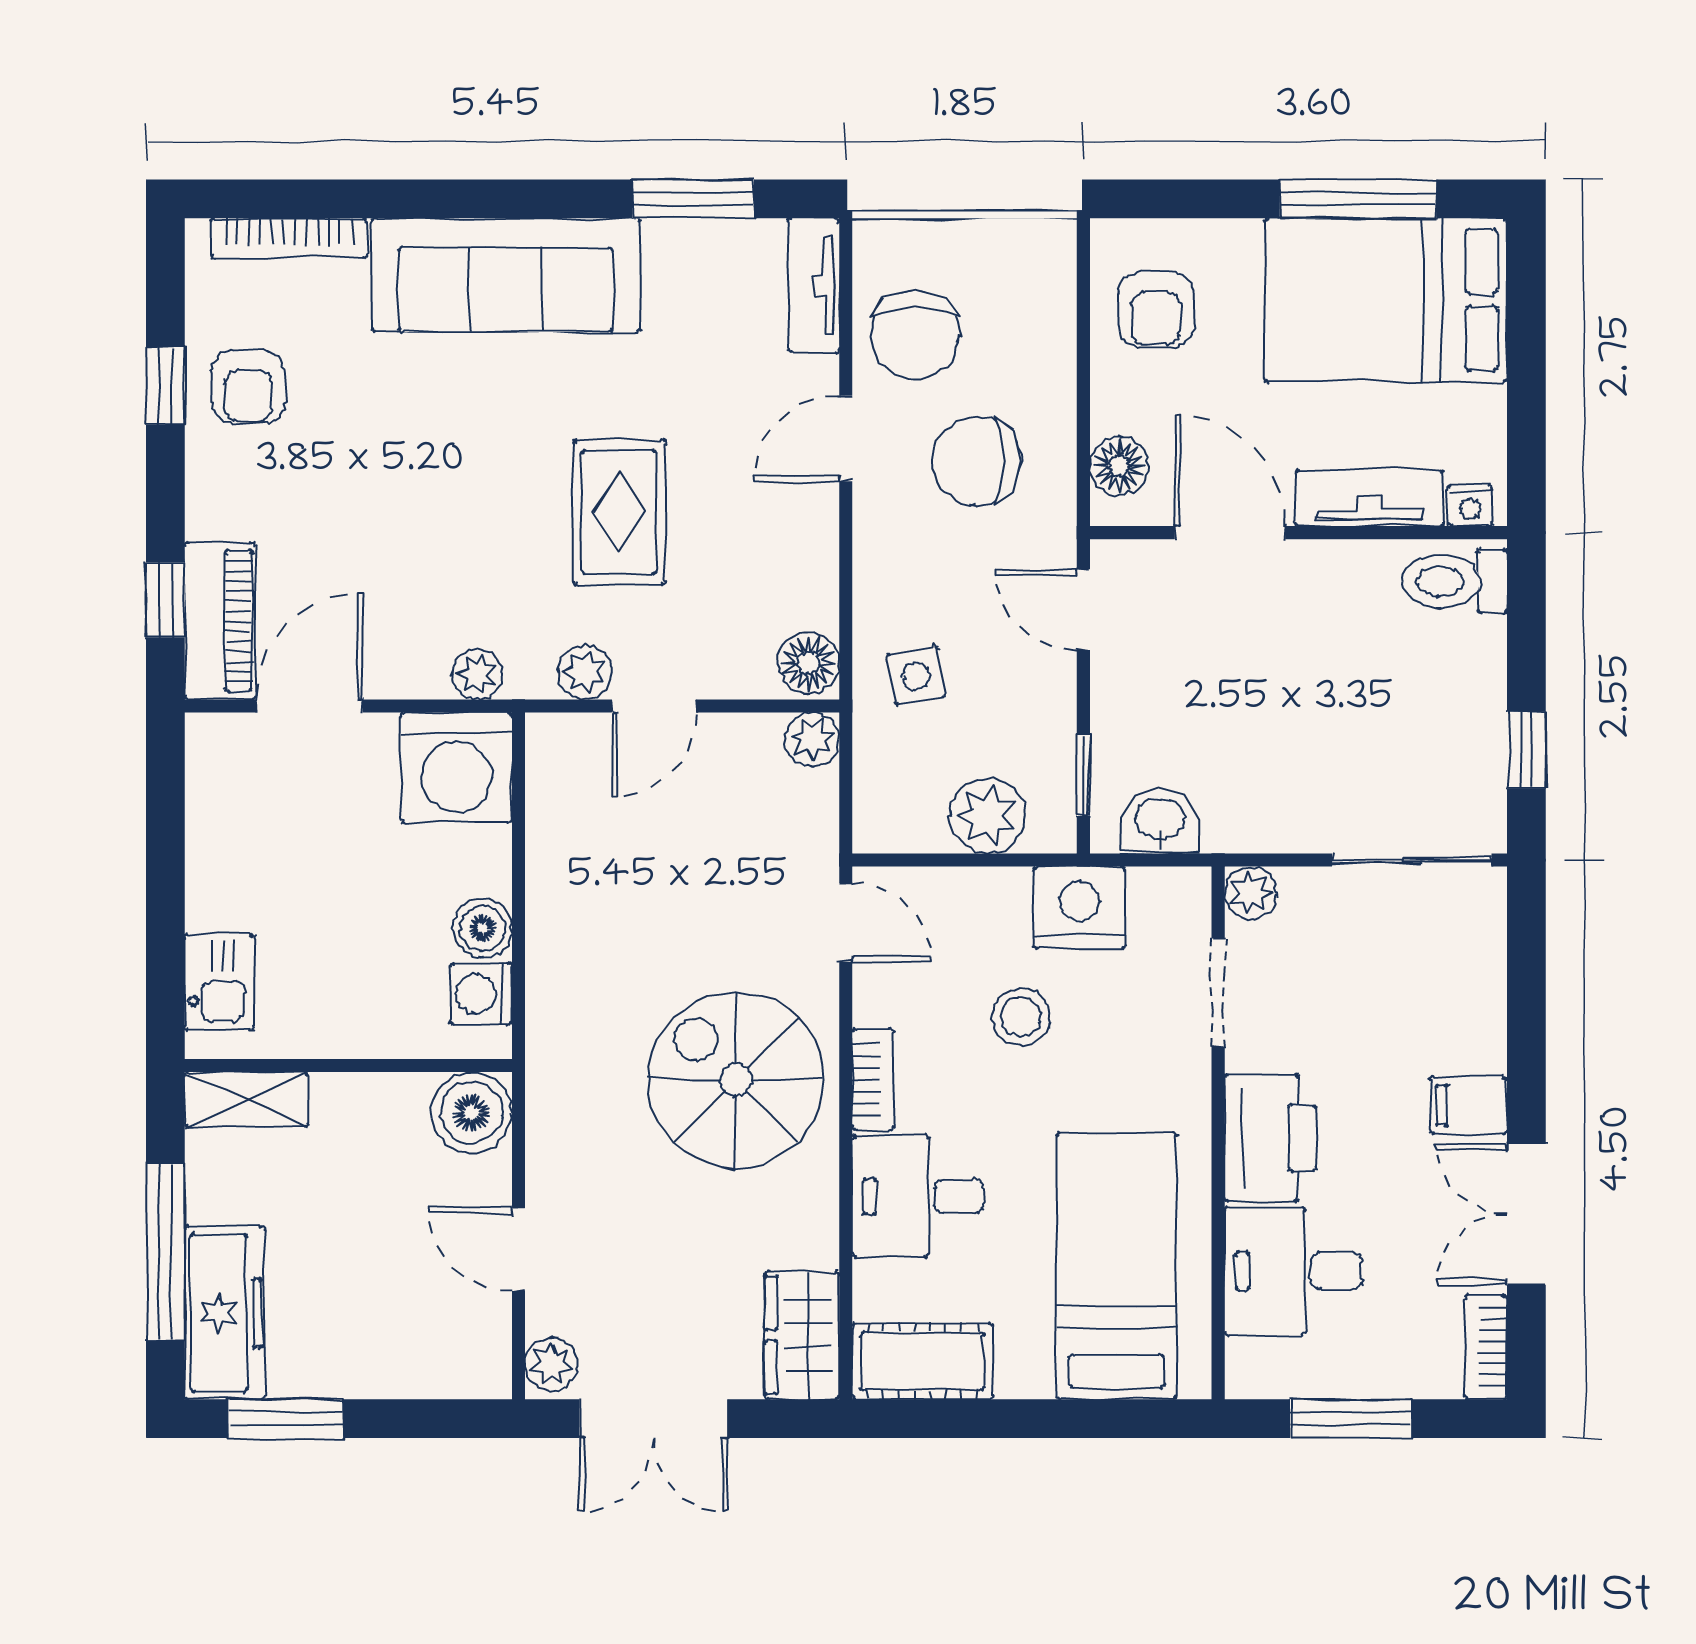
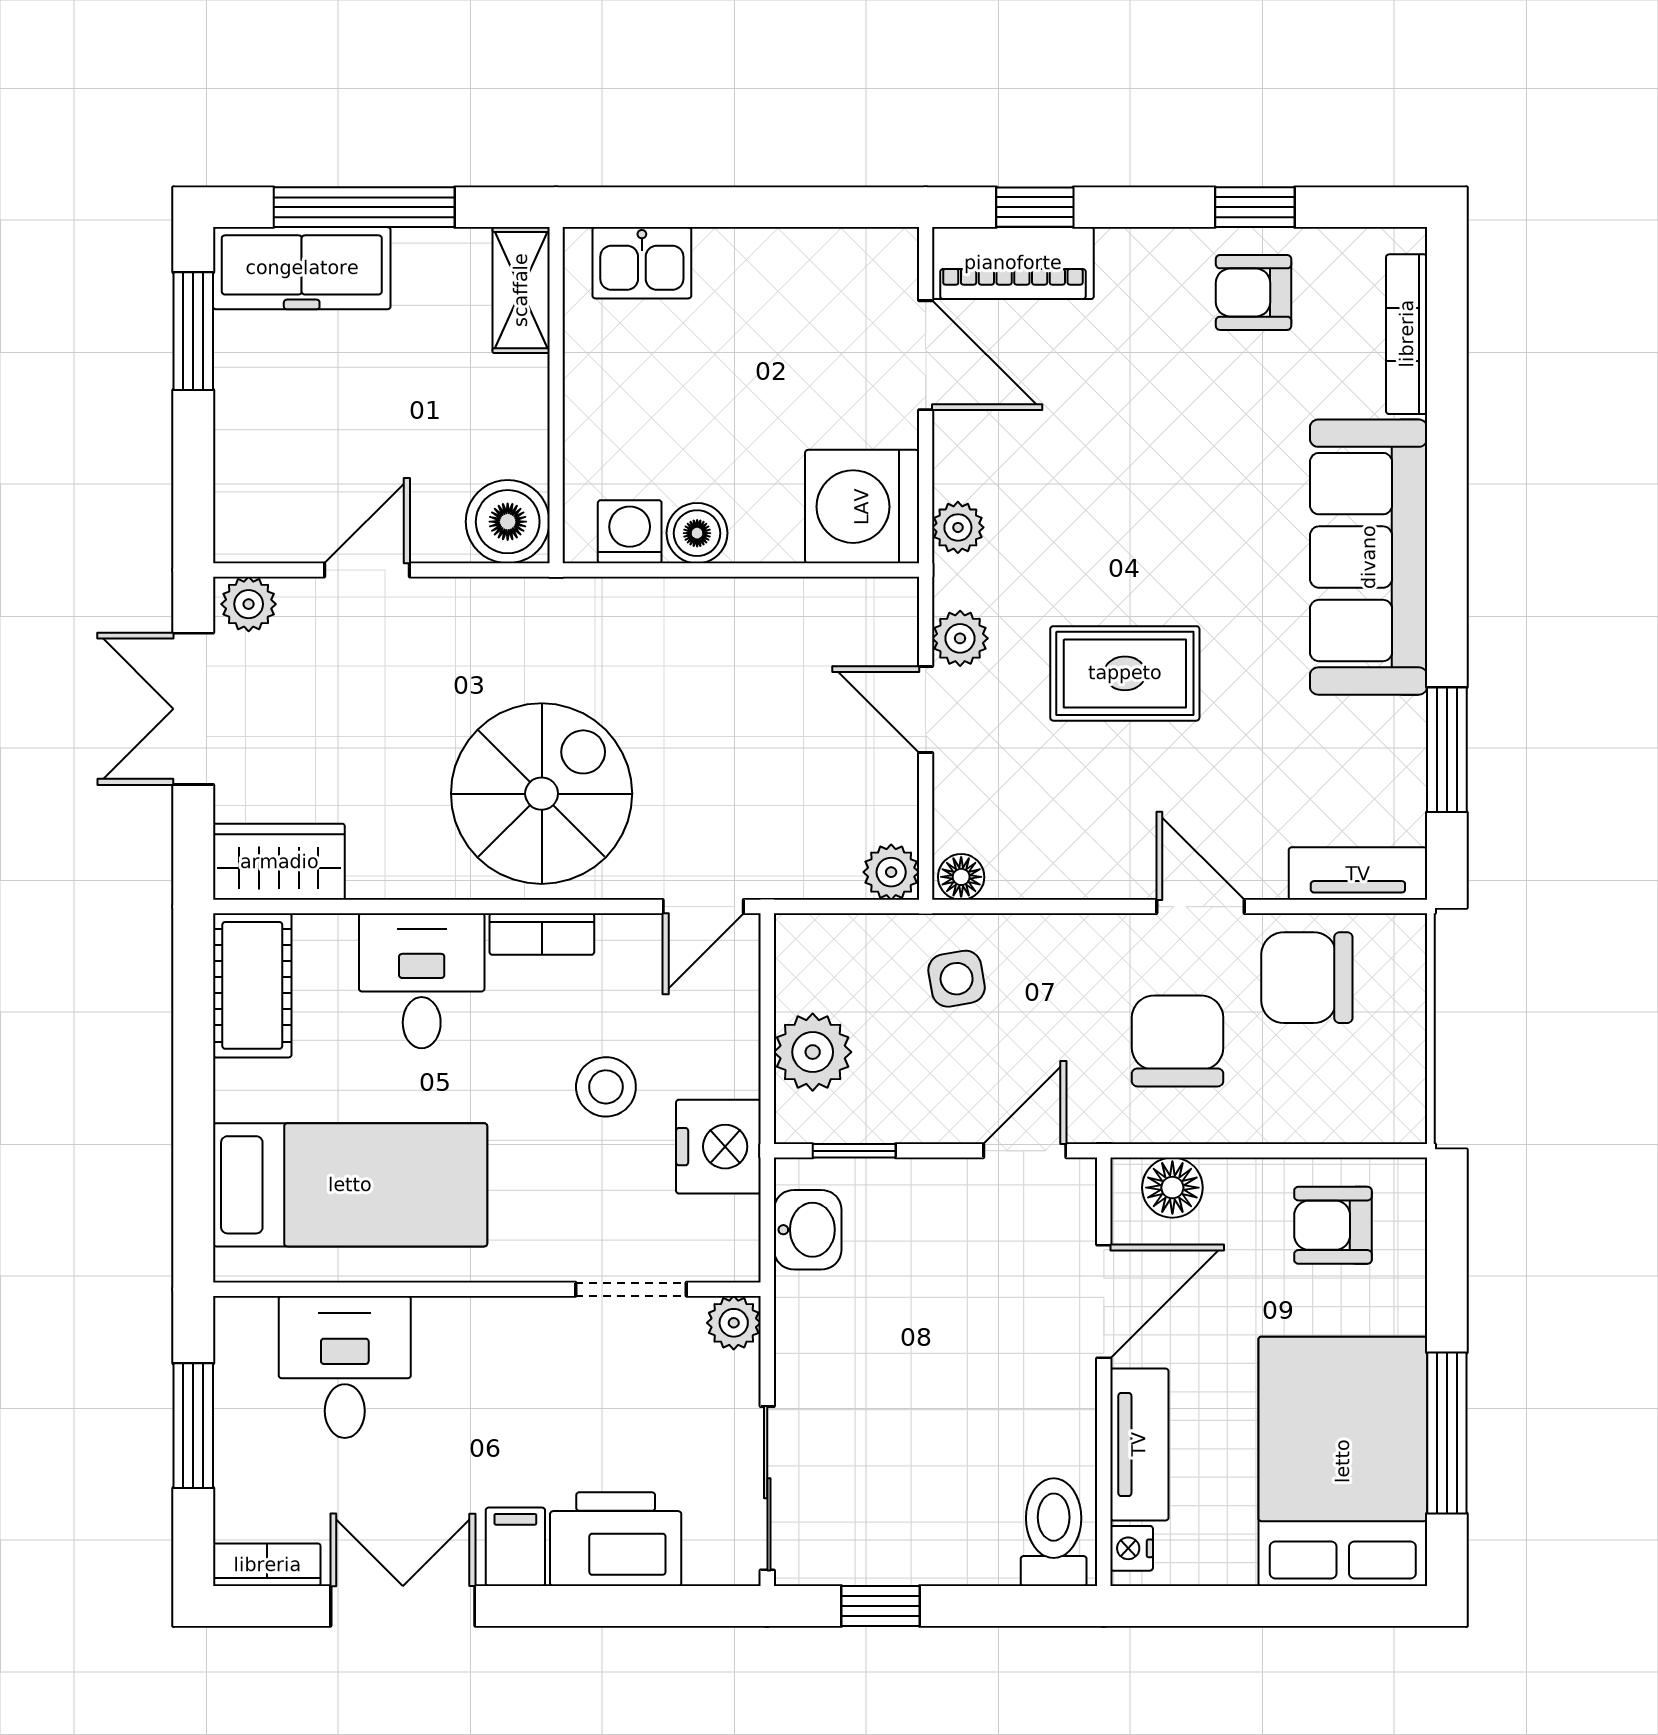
floor lamp: (809, 663) -> (961, 877), width x0.73, depth x0.73
printer: (1270, 1138) -> (616, 1539), moved, turned 180

